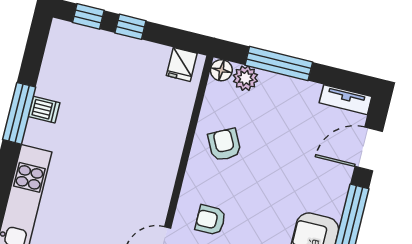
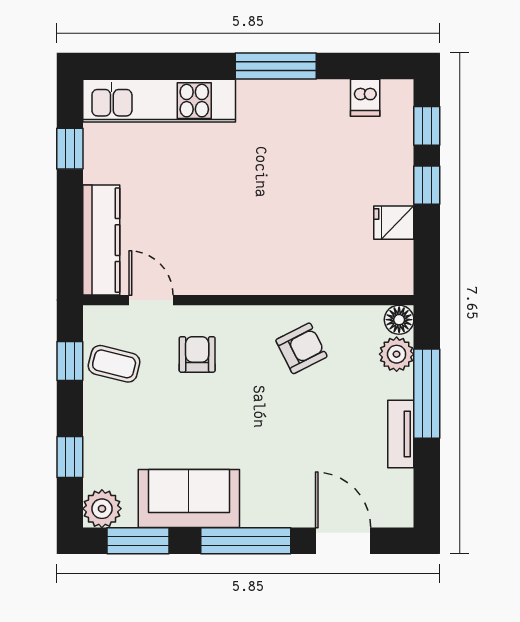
fridge: (182, 64) -> (394, 223), moved
tv unit: (346, 100) -> (401, 434), moved
dishwasher: (44, 110) -> (365, 98), moved

